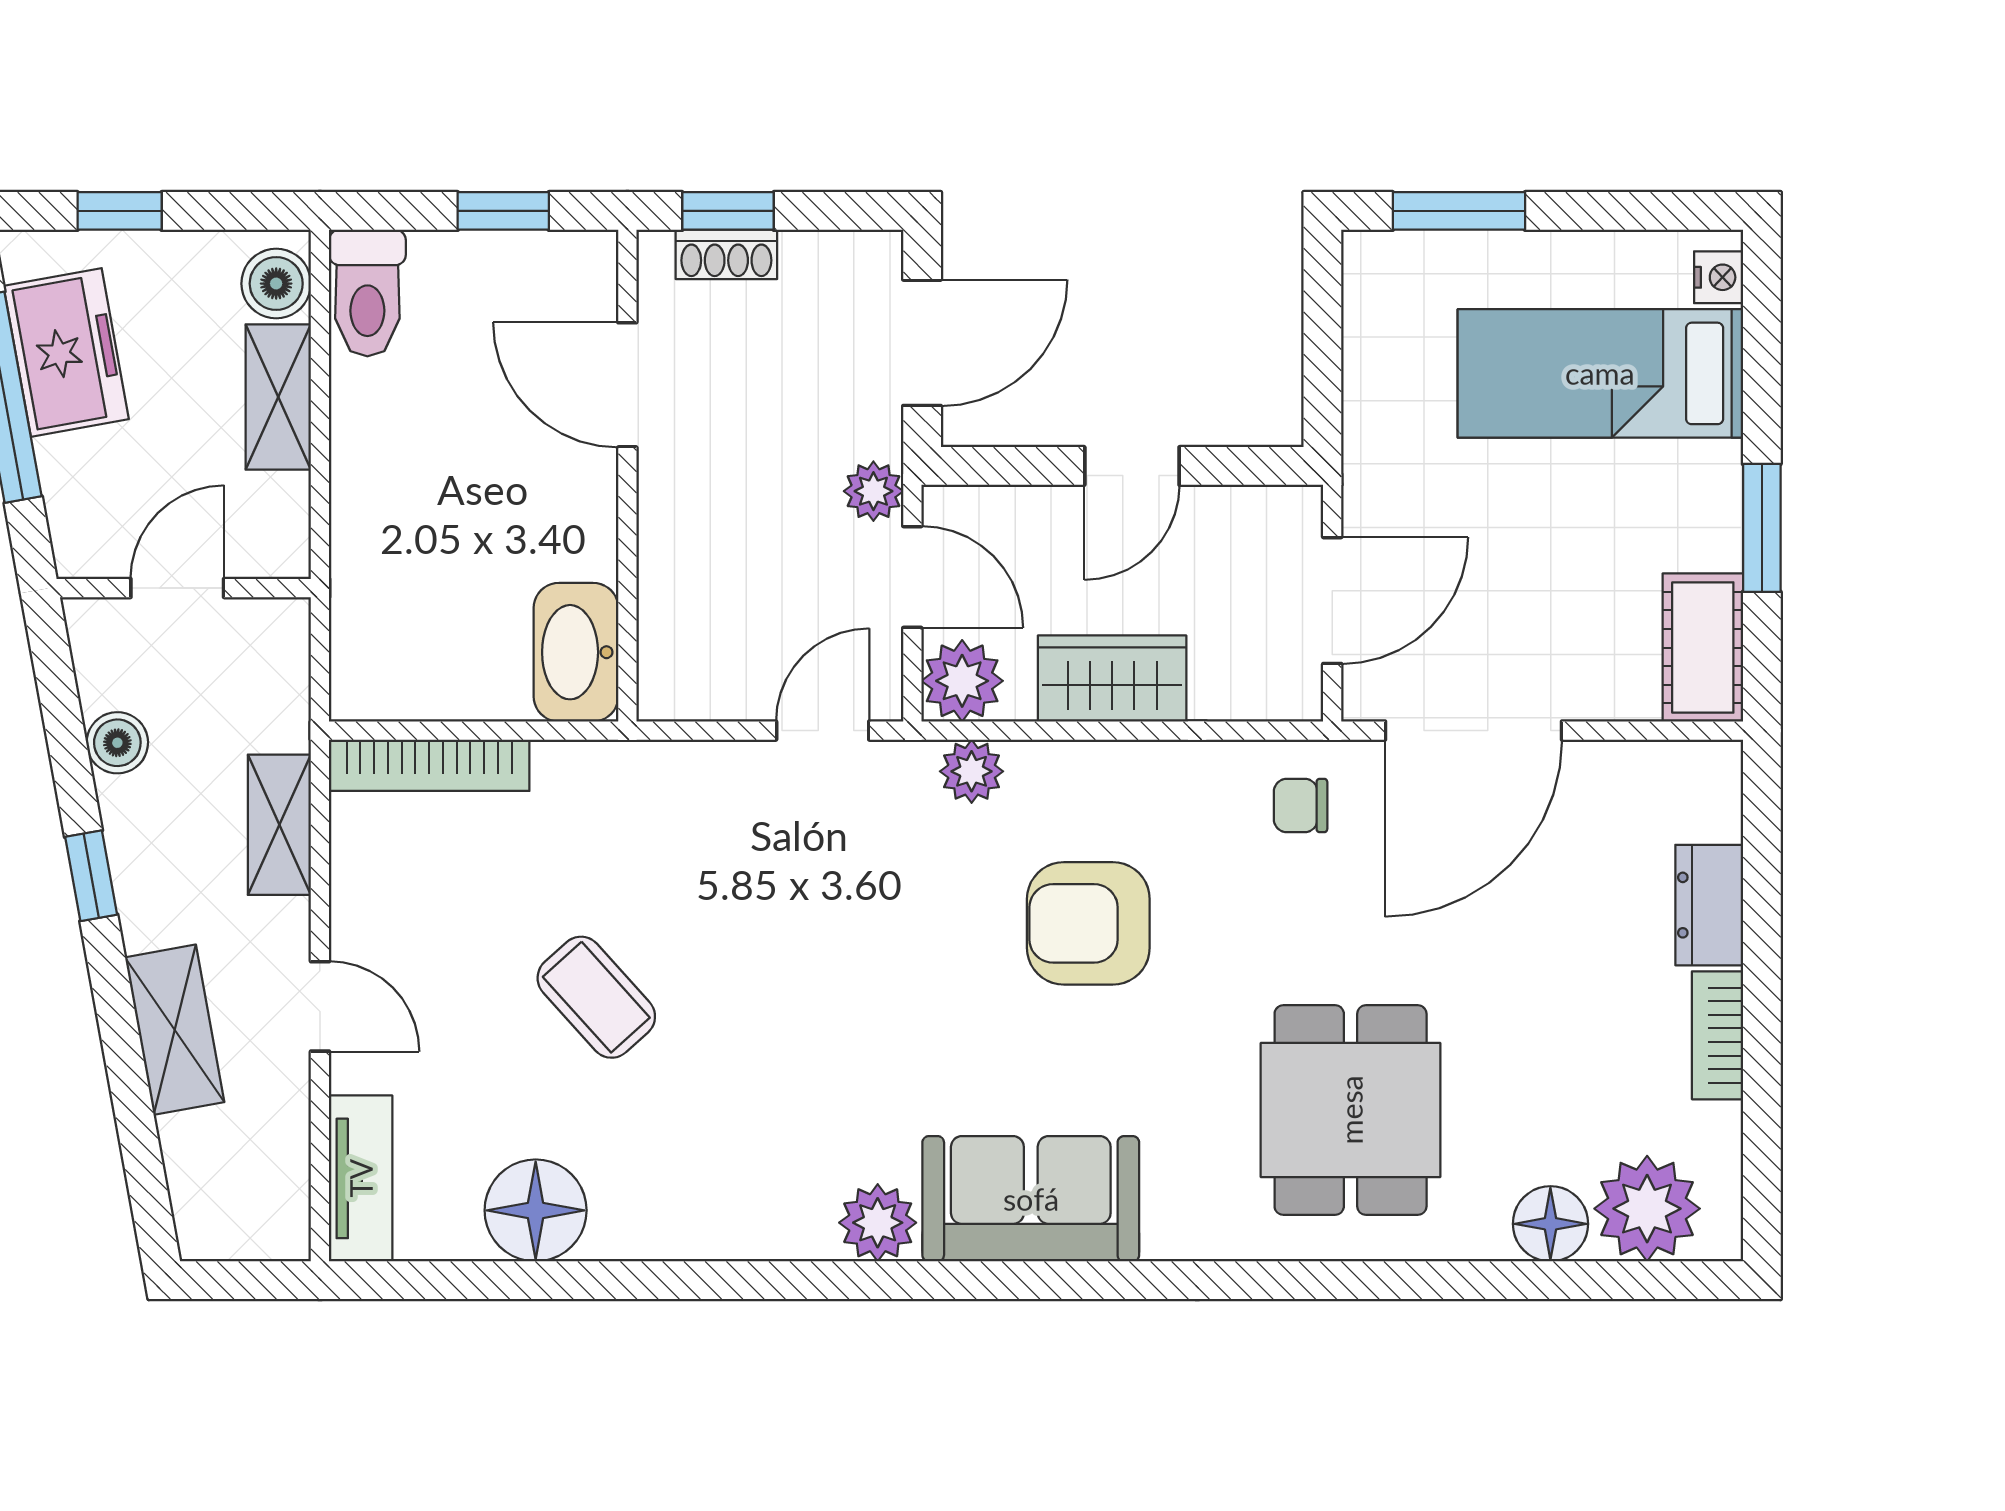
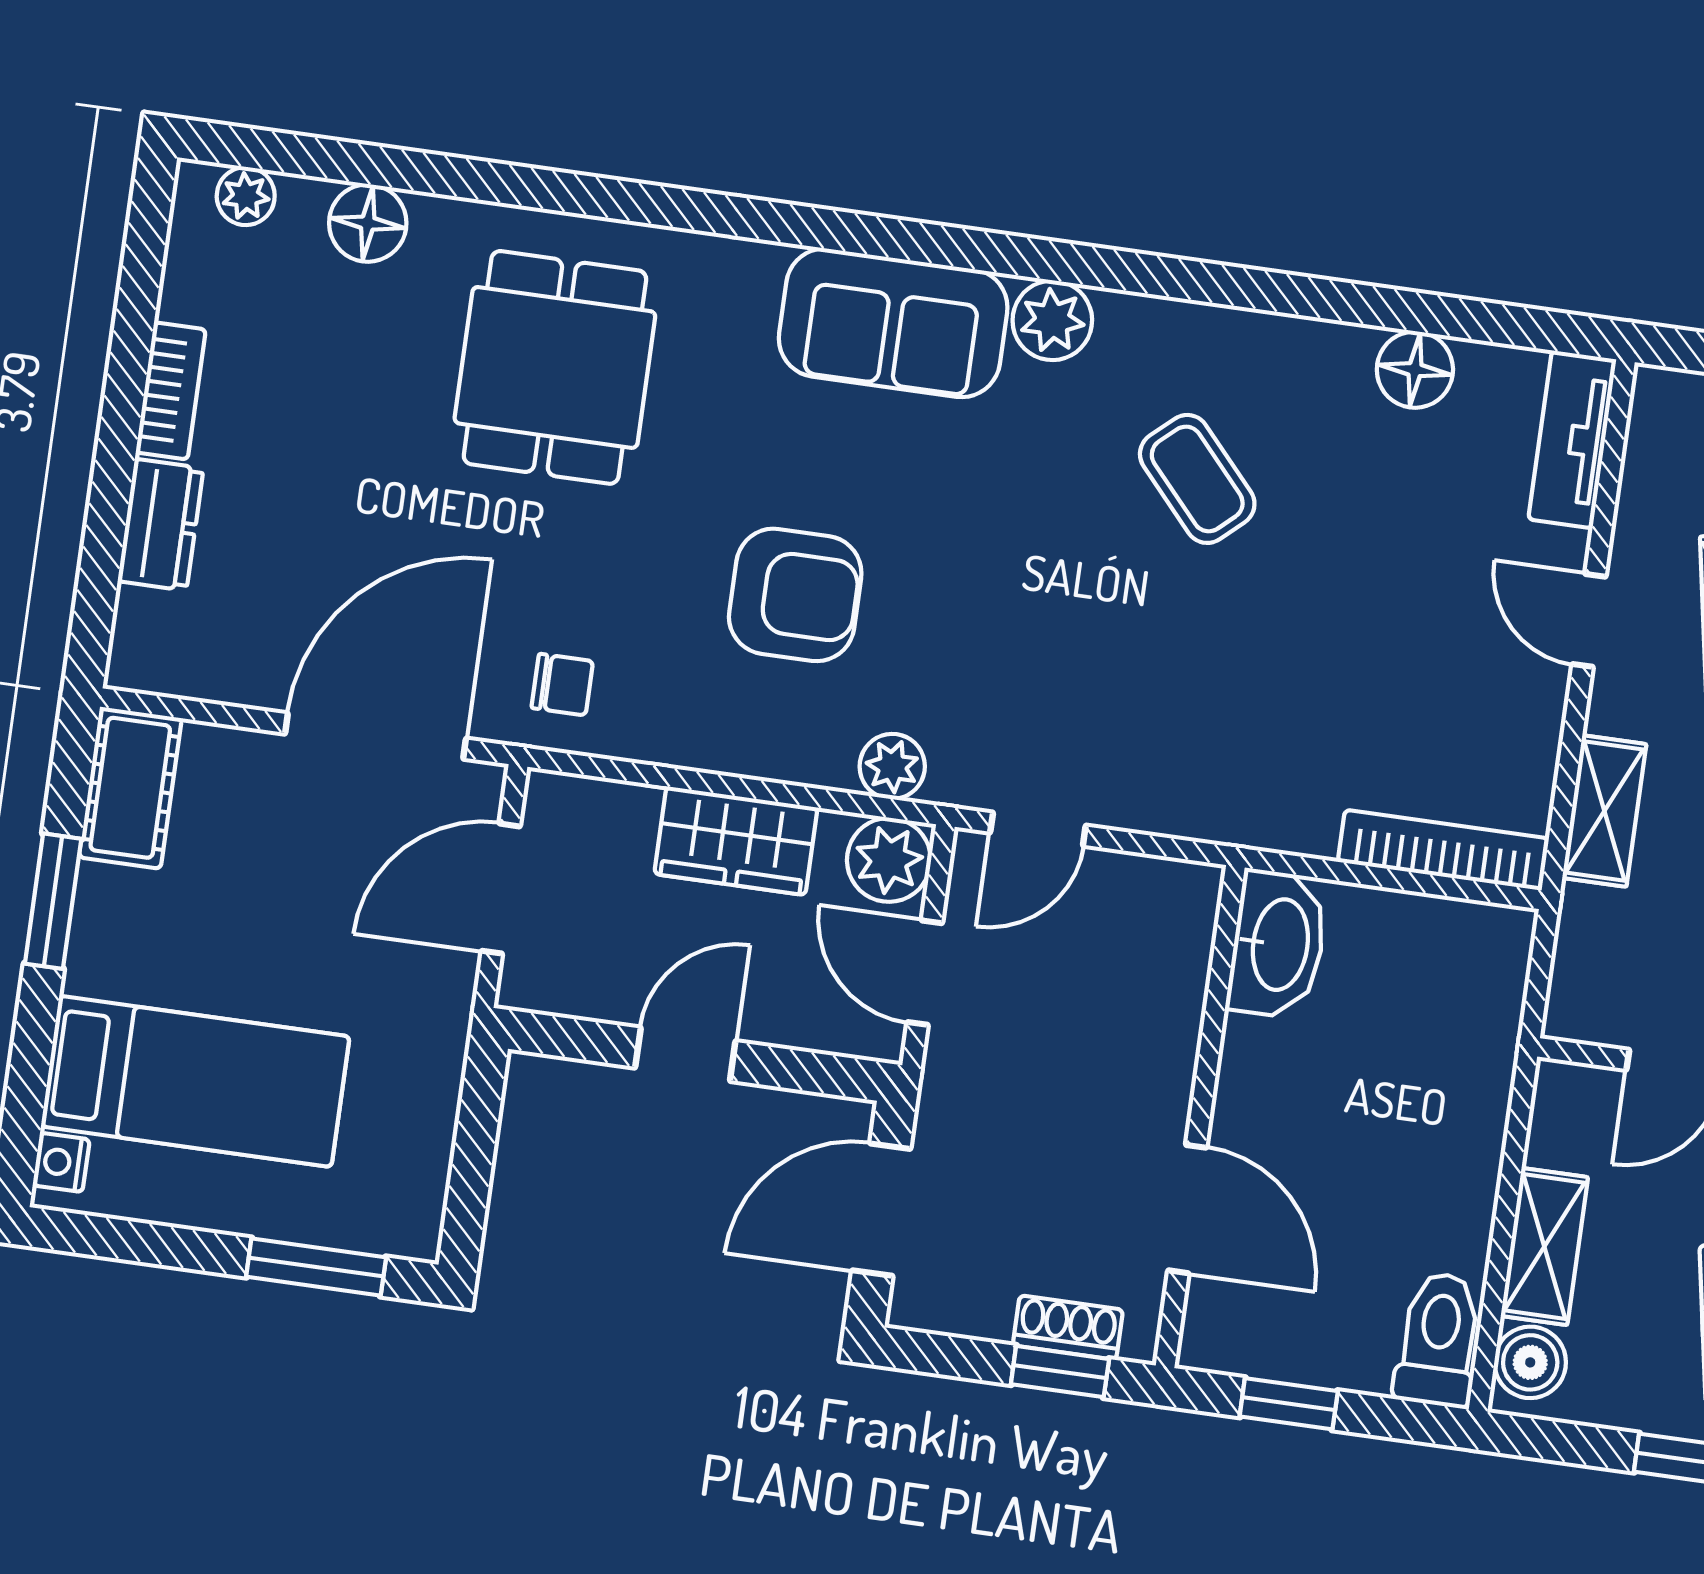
plant: (873, 491) -> (952, 1066), removed
coffee table: (596, 997) -> (1197, 479), moved
plant: (1647, 1209) -> (246, 196), width x0.53, depth x0.53
floor lamp: (536, 1210) -> (1415, 370), width x0.73, depth x0.73

